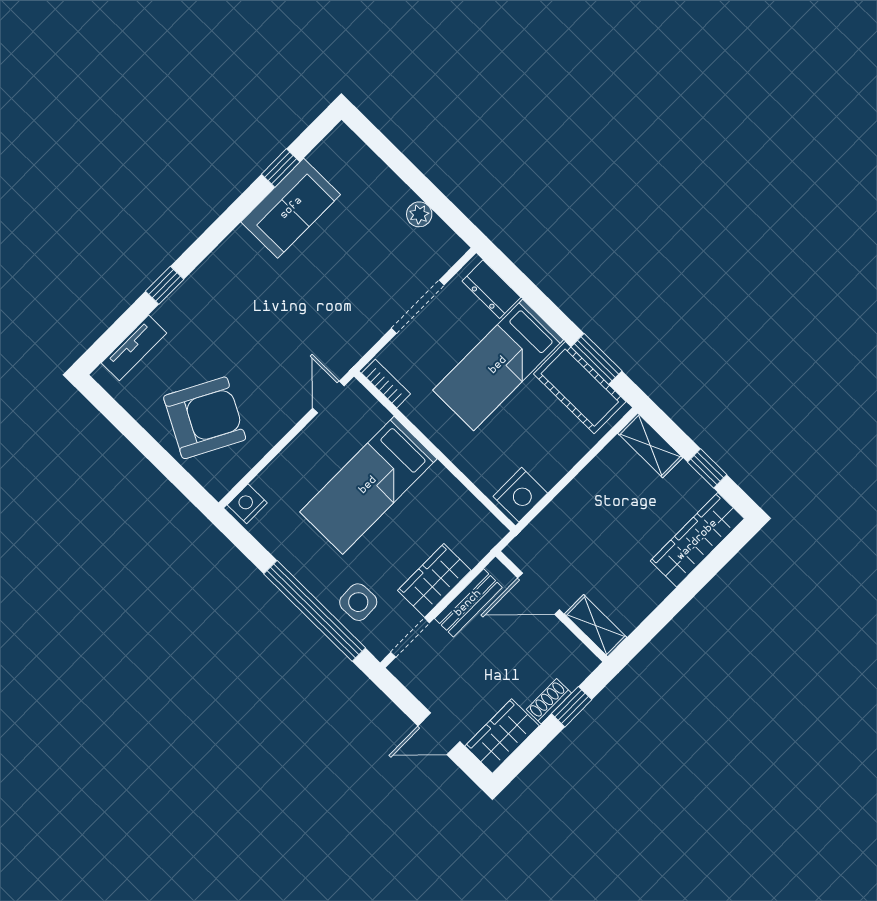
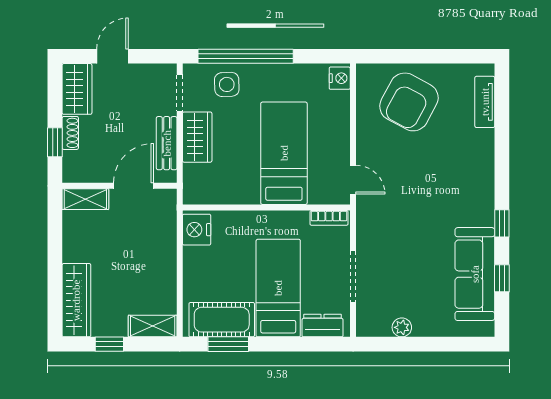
sofa: (291, 208) -> (475, 274), width x1.36
window: (165, 285) -> (502, 223), moved

